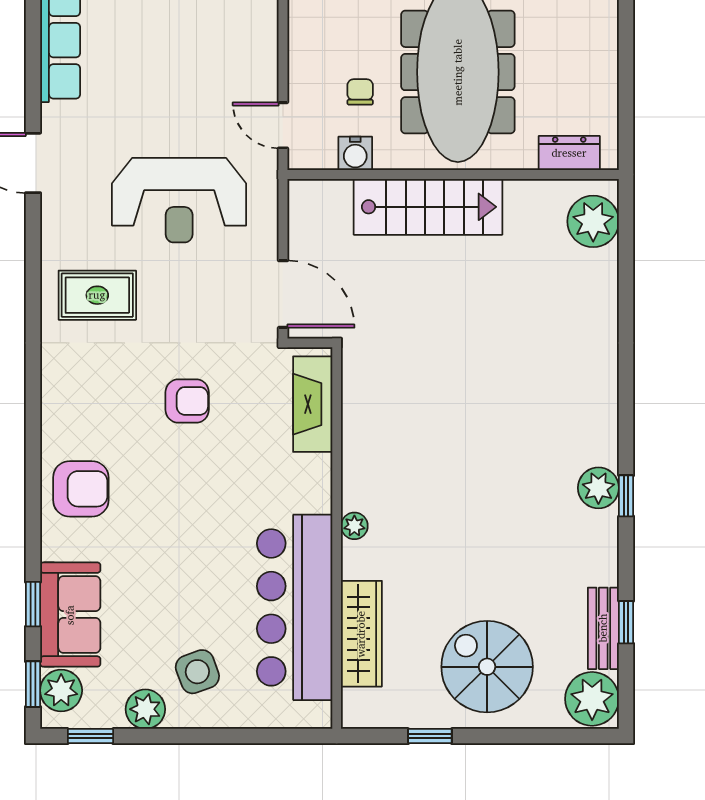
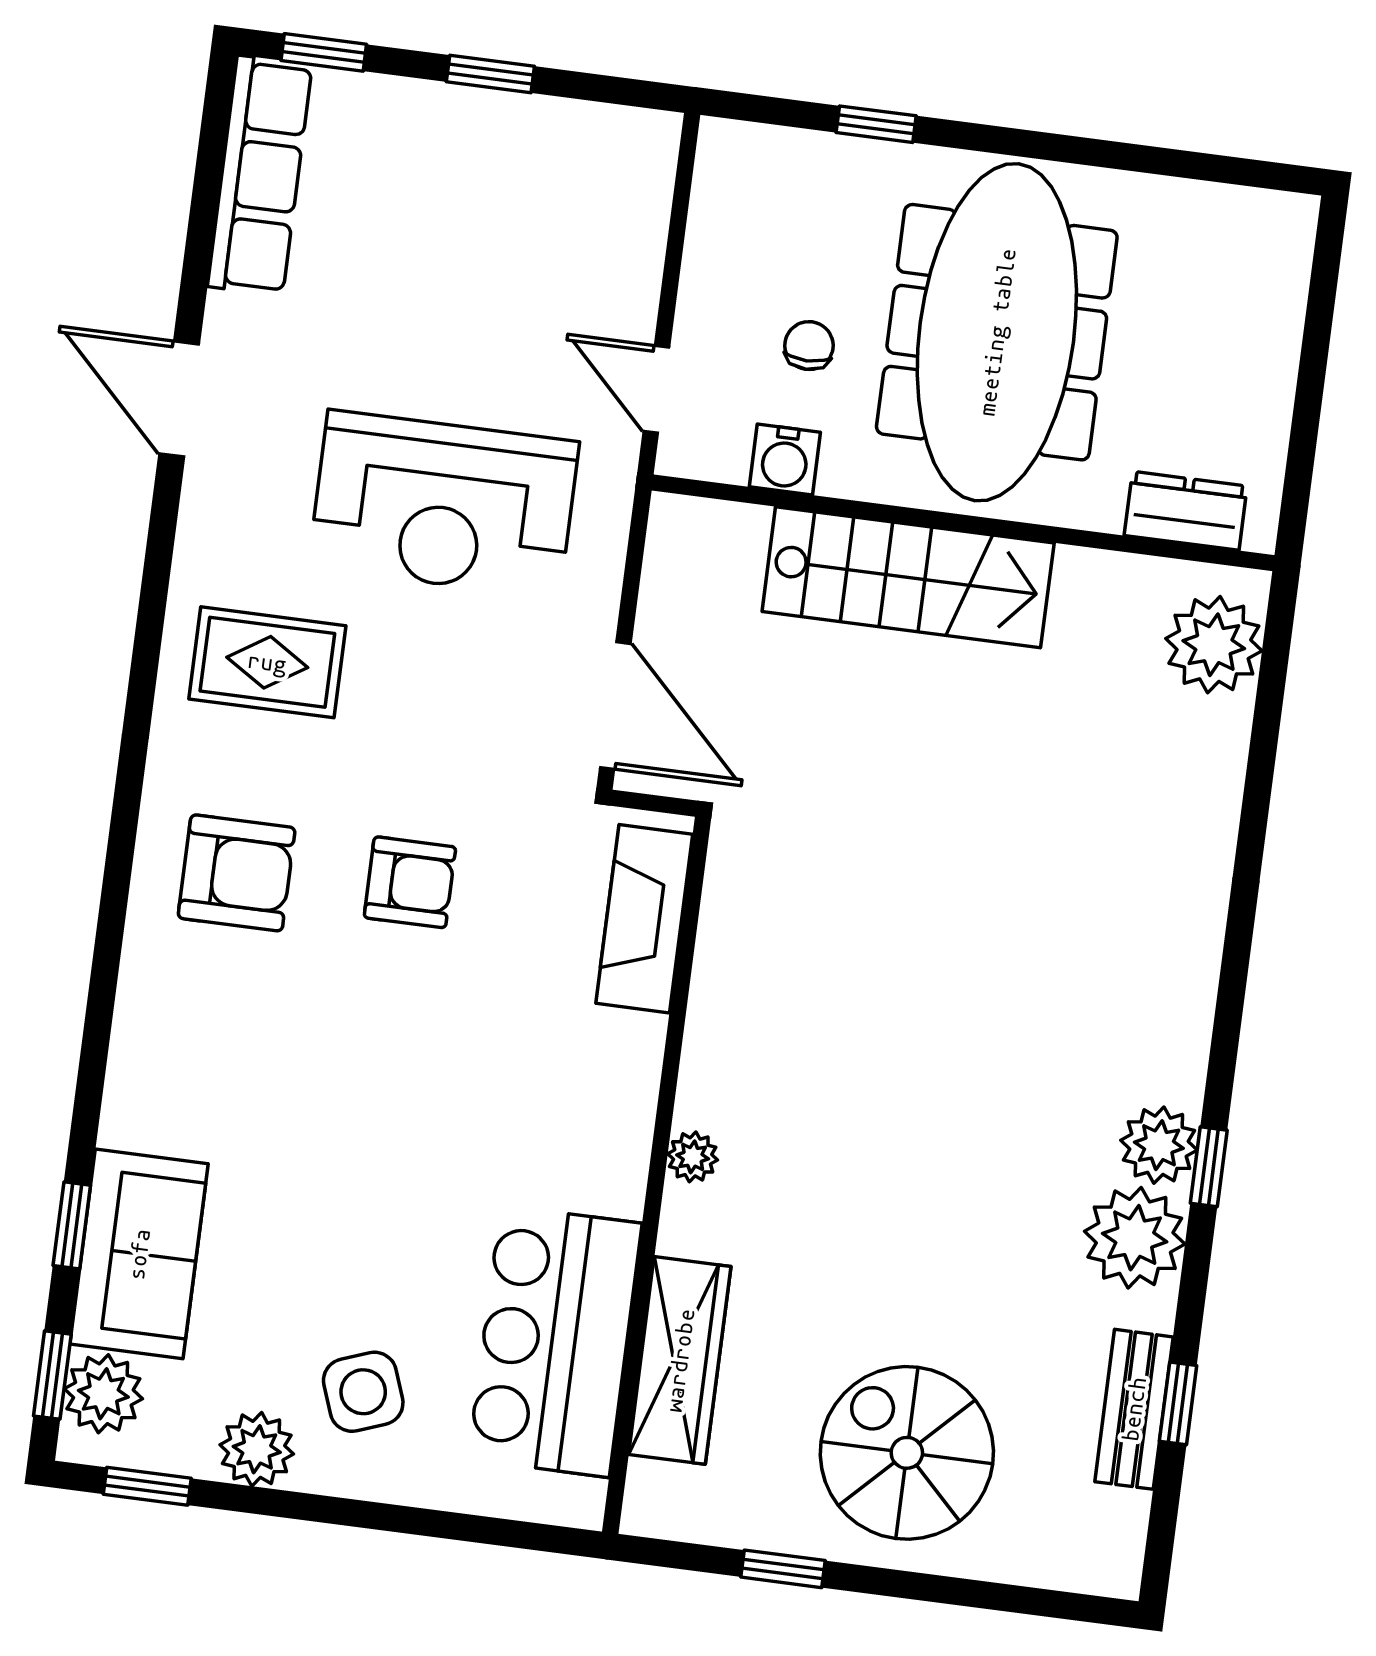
armchair: (81, 489) -> (237, 873), moved
bar counter: (295, 607) -> (555, 1341), width x0.73
plant: (592, 699) -> (1135, 1238), moved

